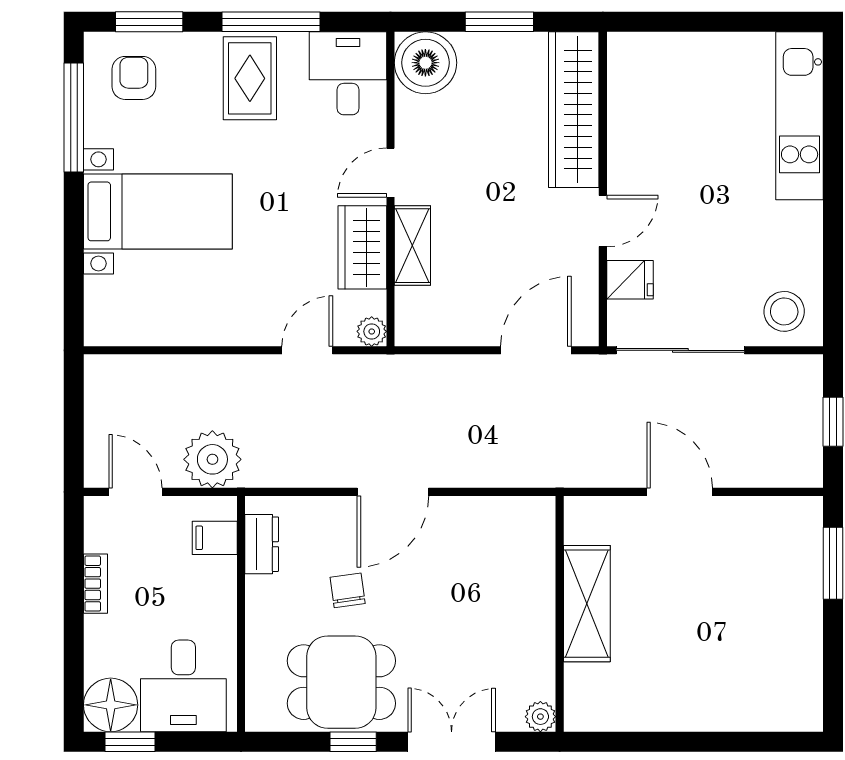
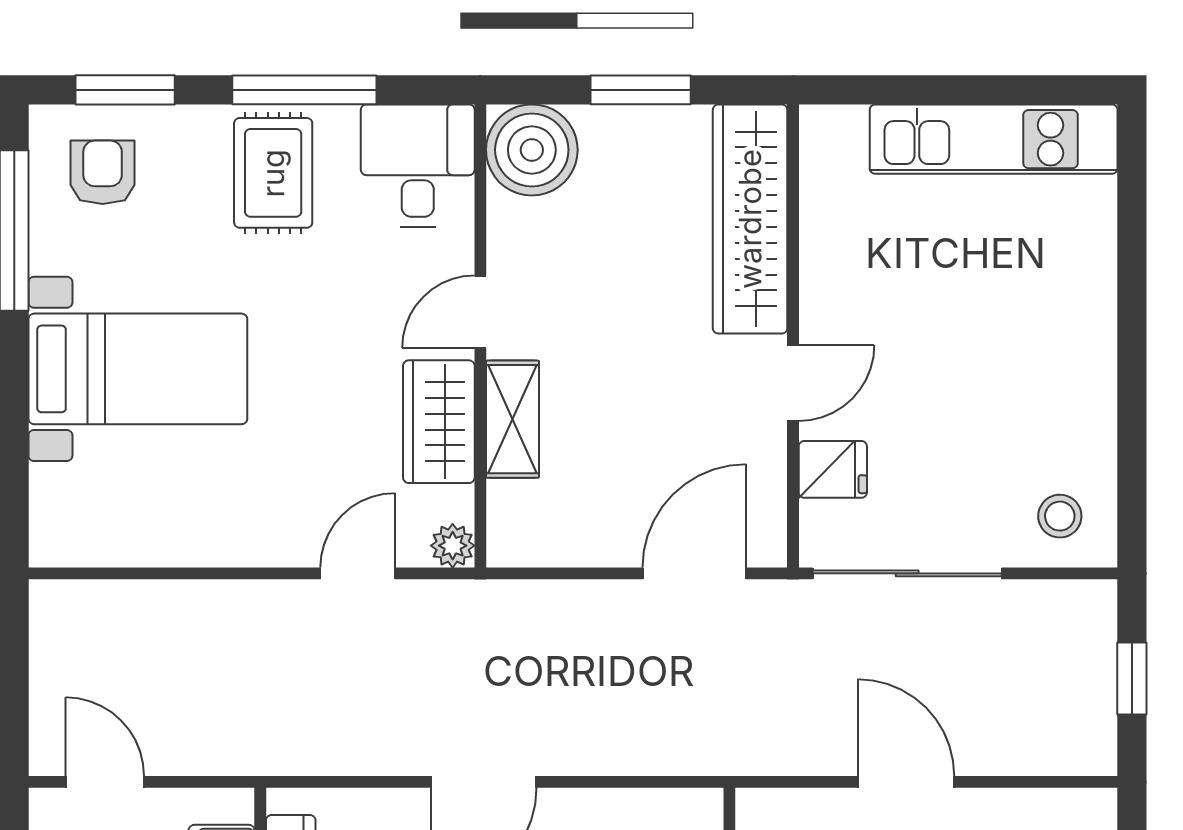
kitchen unit: (800, 116) -> (994, 139), moved, turned -90
stool: (784, 311) -> (1060, 516), width x0.73, depth x0.73
plant: (212, 459) -> (218, 734), removed

